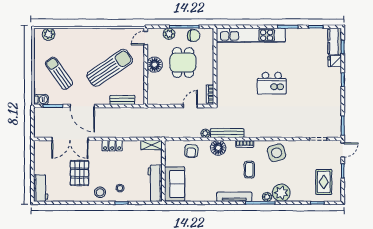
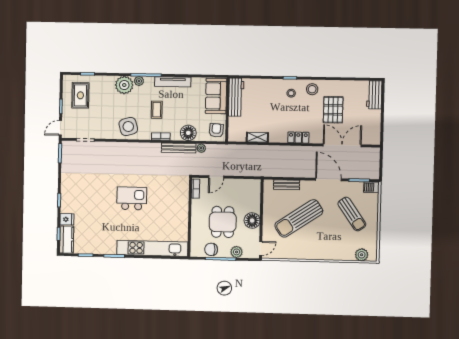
wall: (163, 171) -> (227, 110), moved
workbench: (155, 183) -> (236, 97), moved
sofa: (175, 184) -> (216, 96), moved

